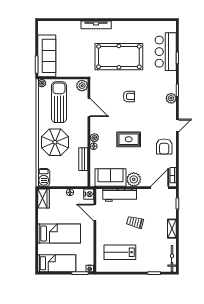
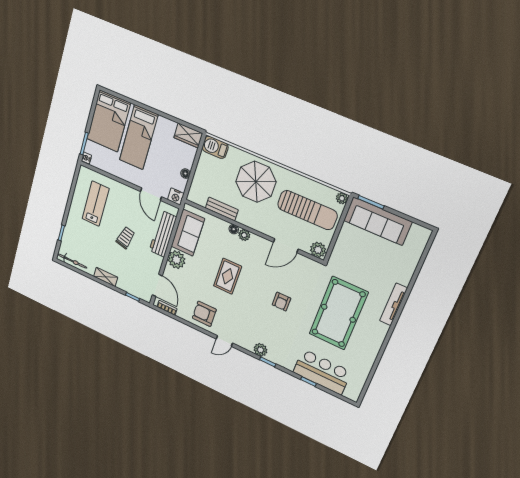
door: (177, 126) -> (224, 341), hinge flipped
door: (95, 213) -> (151, 194), swing flipped
bed: (57, 263) -> (109, 121), width x1.50

